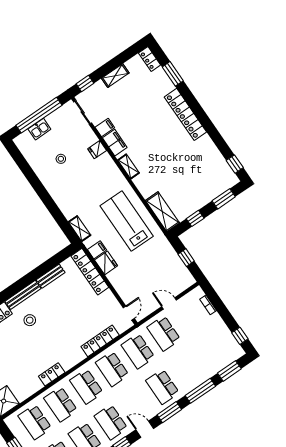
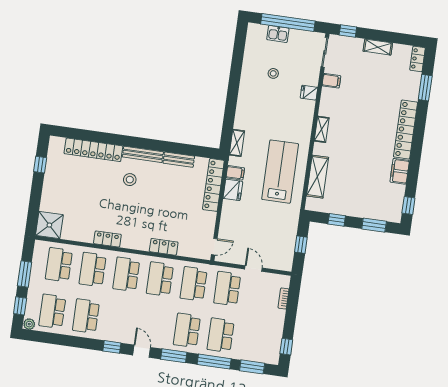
filing cabinet: (115, 143) -> (400, 171), moved, turned 180
shelving: (162, 212) -> (318, 177), moved
locker: (100, 341) -> (164, 247), width x0.66
school desk: (111, 422) -> (221, 335), moved

